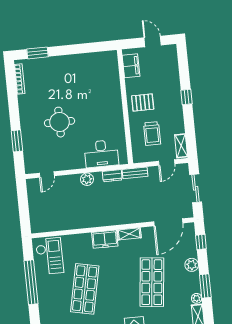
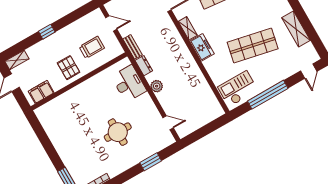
shelving: (181, 146) -> (17, 60), moved

